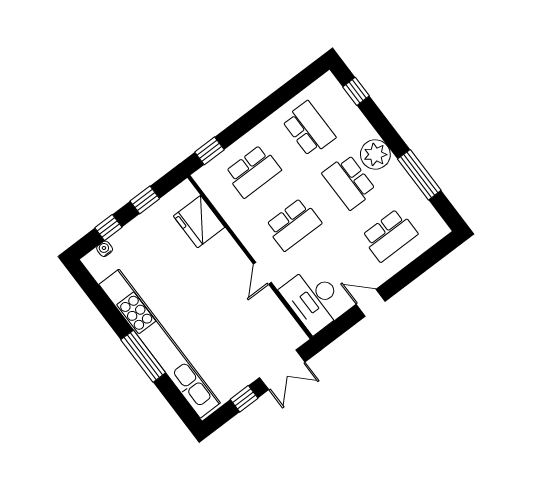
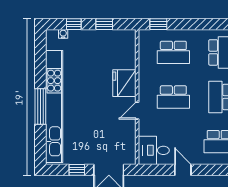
fridge: (199, 222) -> (124, 83), moved
desk: (313, 299) -> (154, 150), width x0.73

